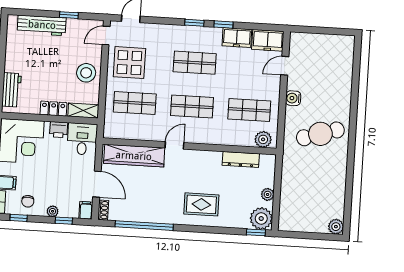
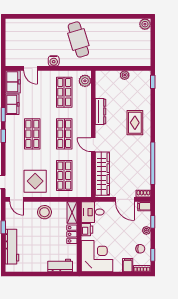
dresser: (241, 159) -> (100, 112), moved
door: (97, 184) -> (125, 199), swing flipped
plant: (261, 219) -> (142, 79), removed

